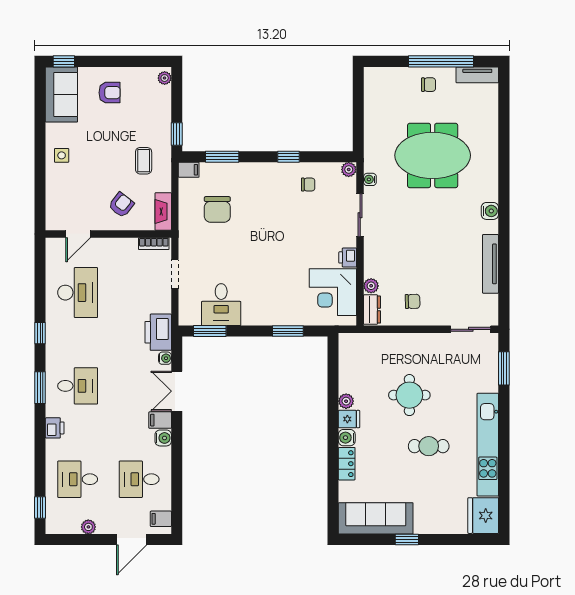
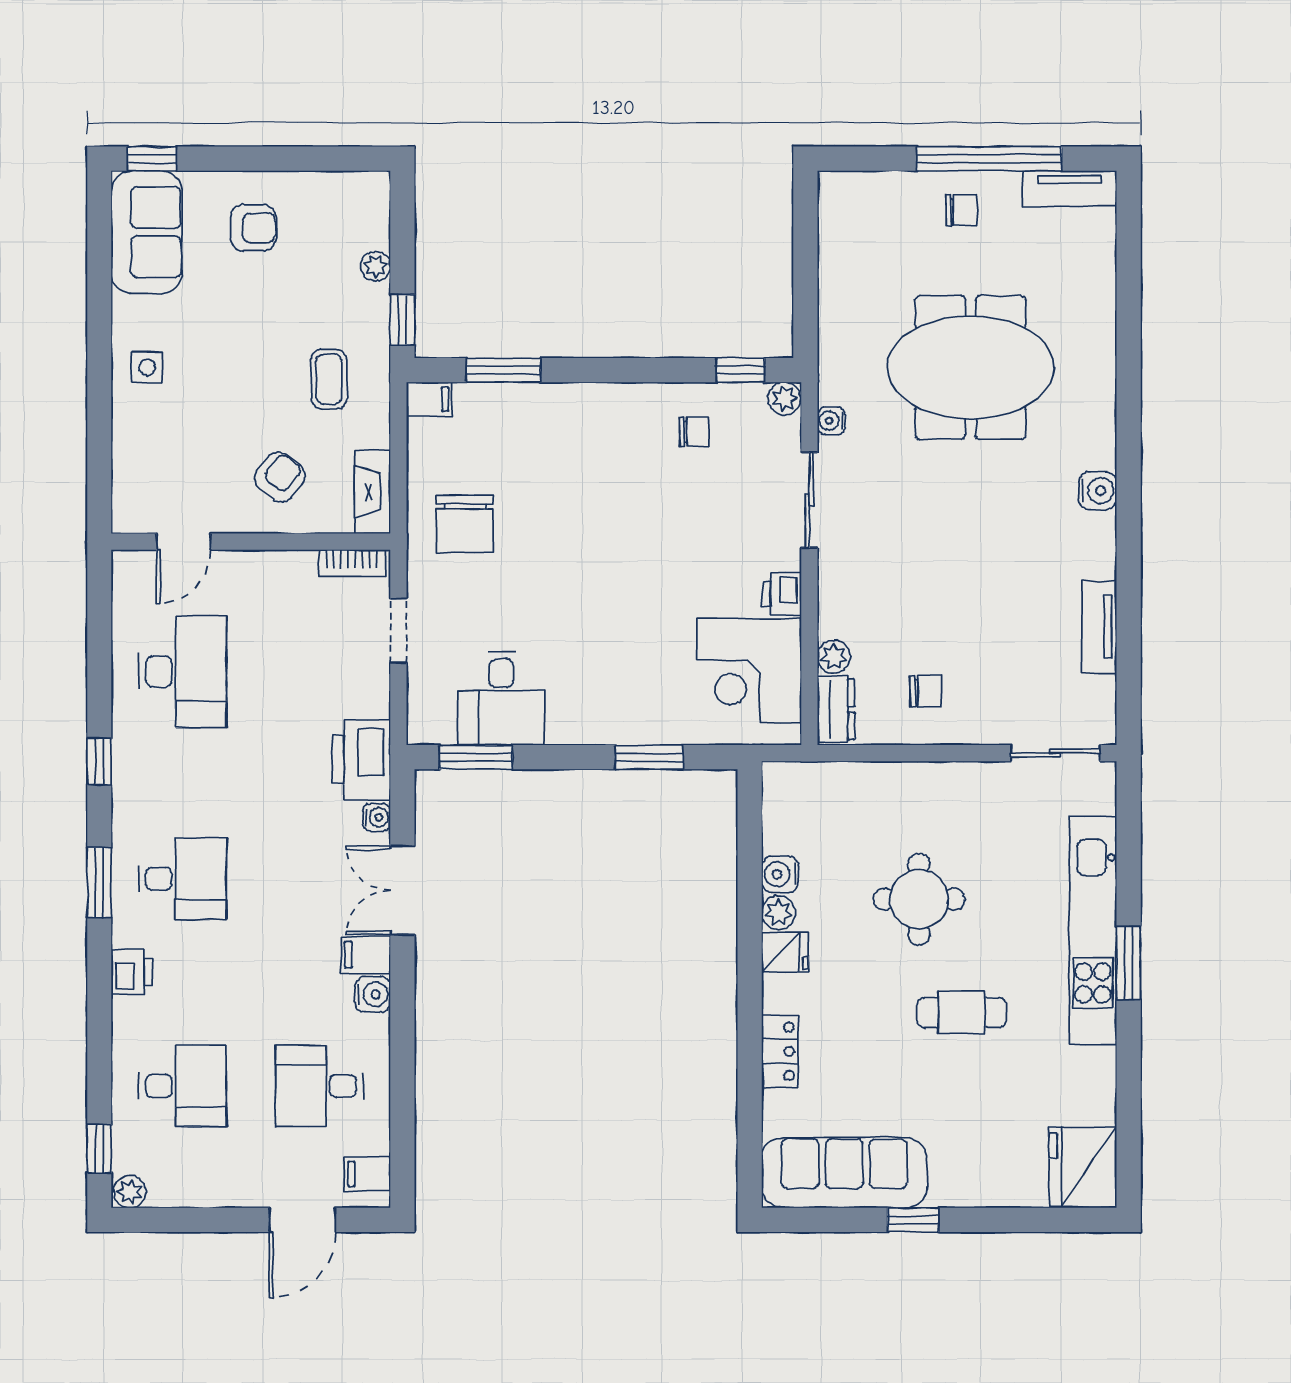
plant: (165, 78) -> (376, 266), moved
window: (289, 157) -> (740, 370), moved
chair: (217, 209) -> (465, 524), moved
tv unit: (491, 264) -> (1099, 627), width x0.71
window: (504, 368) -> (1129, 963), moved
water cooler: (347, 438) -> (780, 874), moved
kitchen unit: (488, 445) -> (1093, 930), moved
desk: (78, 479) -> (183, 1086), turned 180
plant: (88, 527) -> (130, 1192), moved

